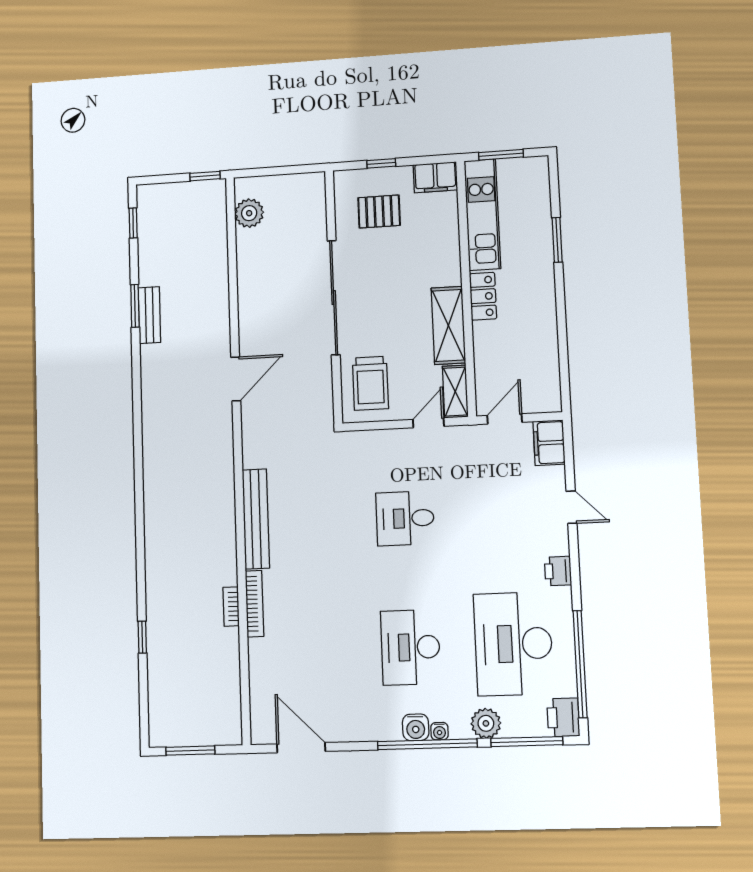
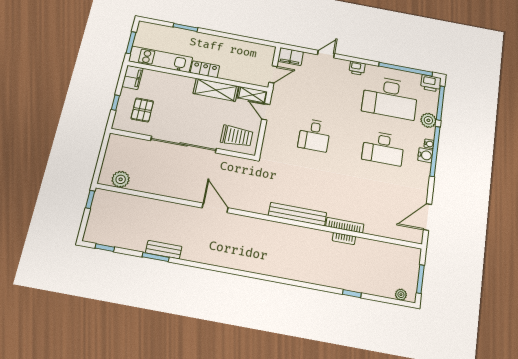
door: (505, 419) -> (273, 74), swing flipped
plant: (157, 721) -> (401, 295), added

